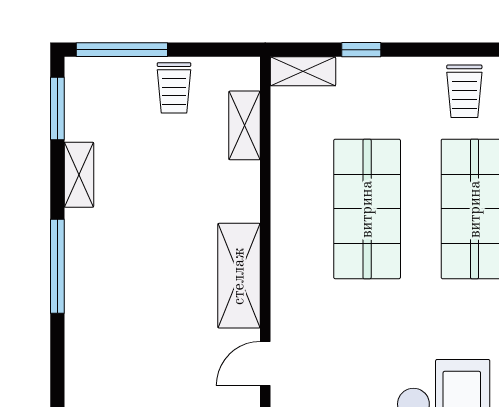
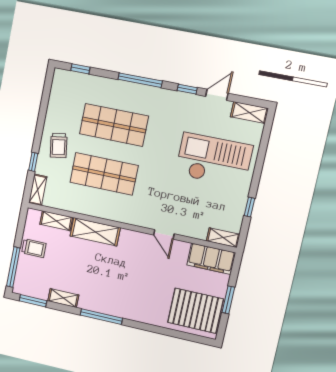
trolley: (464, 91) -> (59, 145), moved, turned 81
shelving: (239, 276) -> (95, 232), moved

